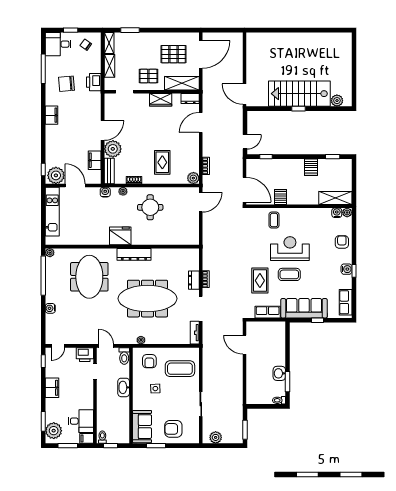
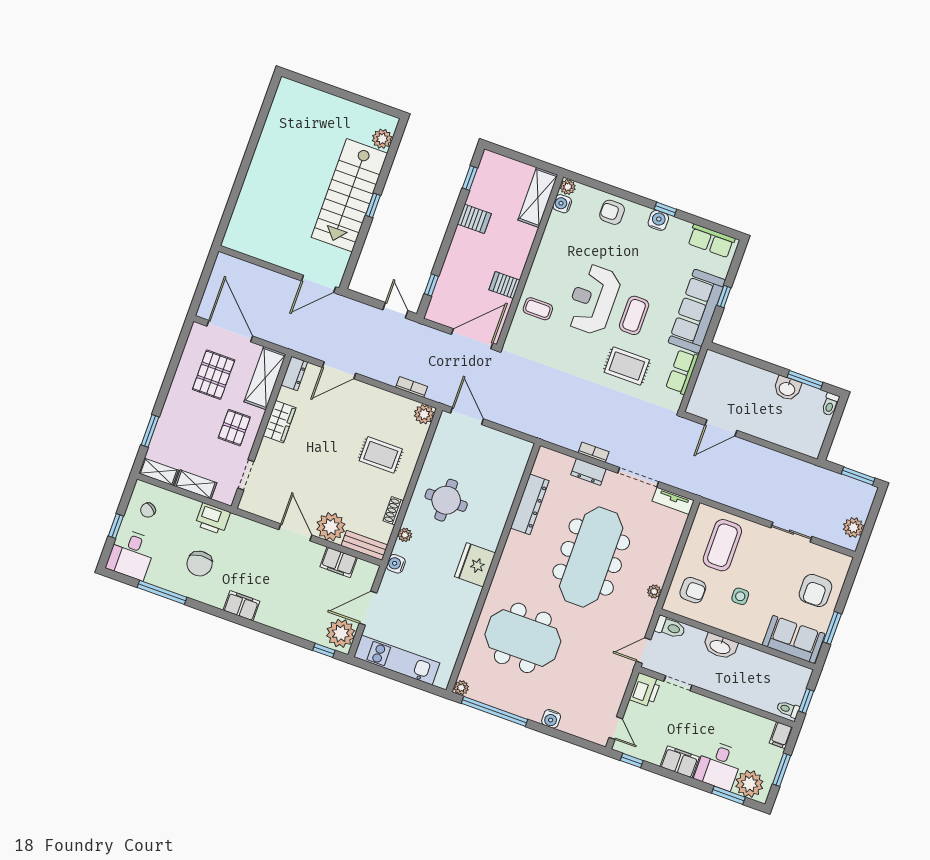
door: (201, 122) -> (339, 370), hinge flipped
dresser: (134, 254) -> (530, 504), moved
desk: (81, 421) -> (719, 765), moved, turned 180

